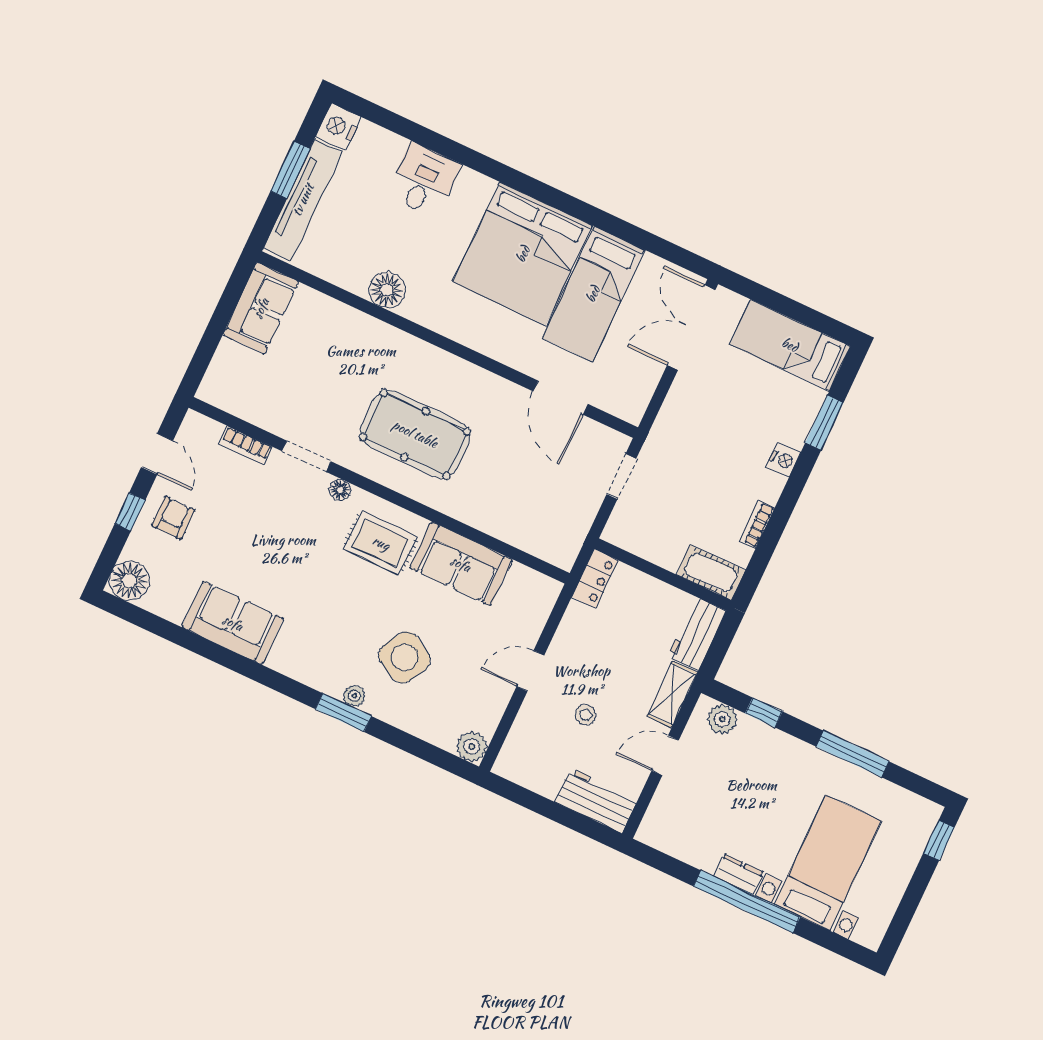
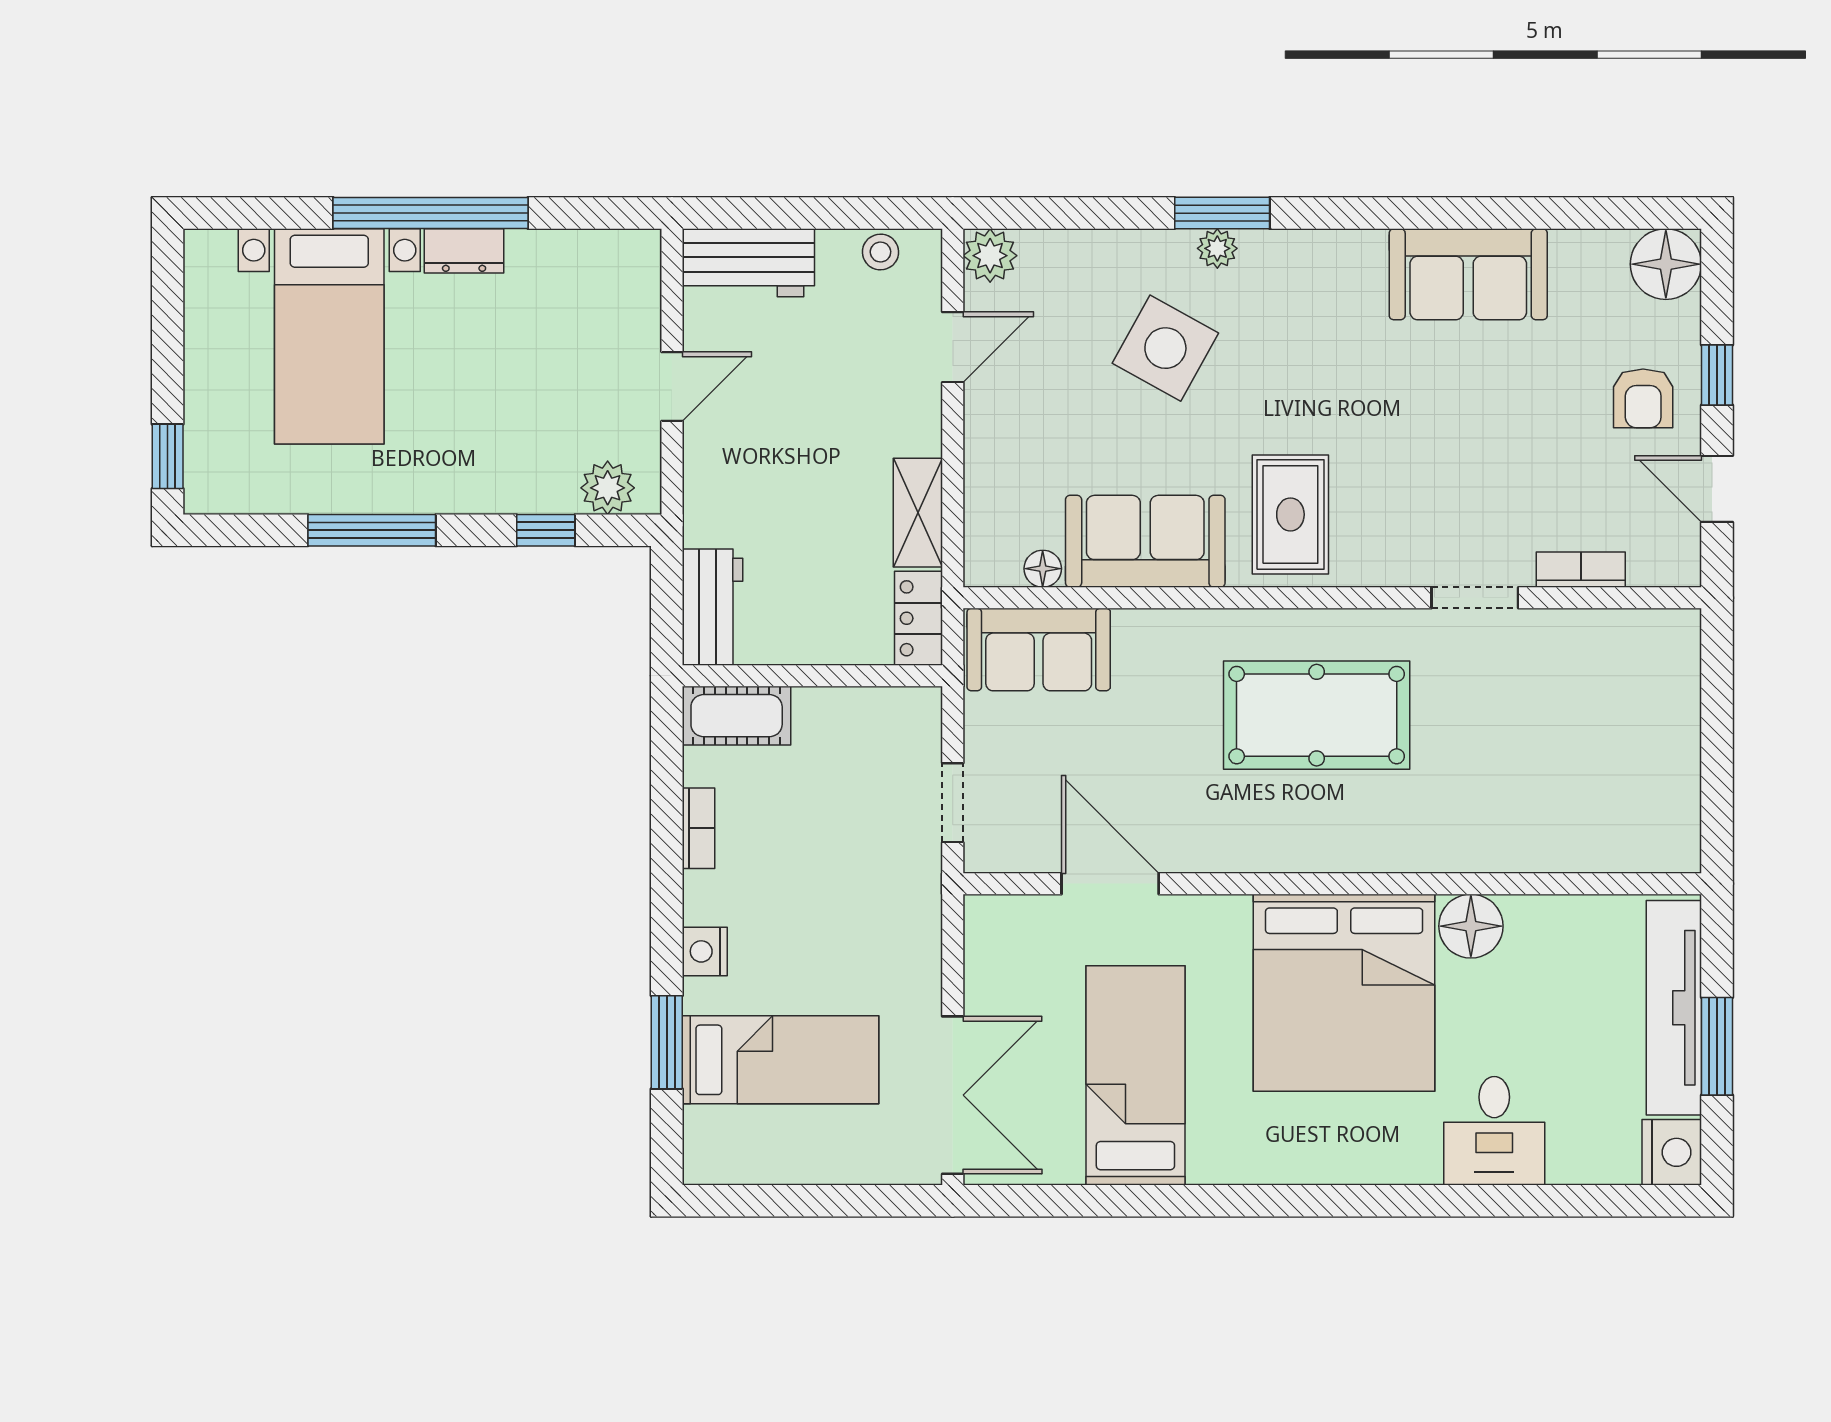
bed: (523, 254) -> (1344, 993), moved, turned 180
sofa: (261, 308) -> (1039, 650), moved, turned -90
bed: (790, 345) -> (780, 1060), moved
floor lamp: (340, 490) -> (1043, 569), moved
rug: (381, 543) -> (1290, 514), turned 90
door: (530, 671) -> (953, 347), moved
shelving: (672, 694) -> (918, 513), moved
stool: (586, 715) -> (880, 252), moved

